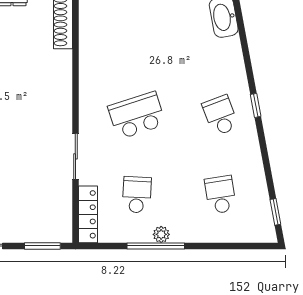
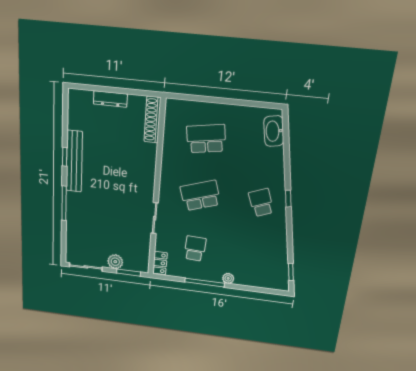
school desk: (220, 195) -> (206, 139), moved, width x1.85
locker: (88, 214) -> (160, 263), width x0.66
plant: (22, 231) -> (115, 262), added
plant: (161, 234) -> (228, 278), moved

